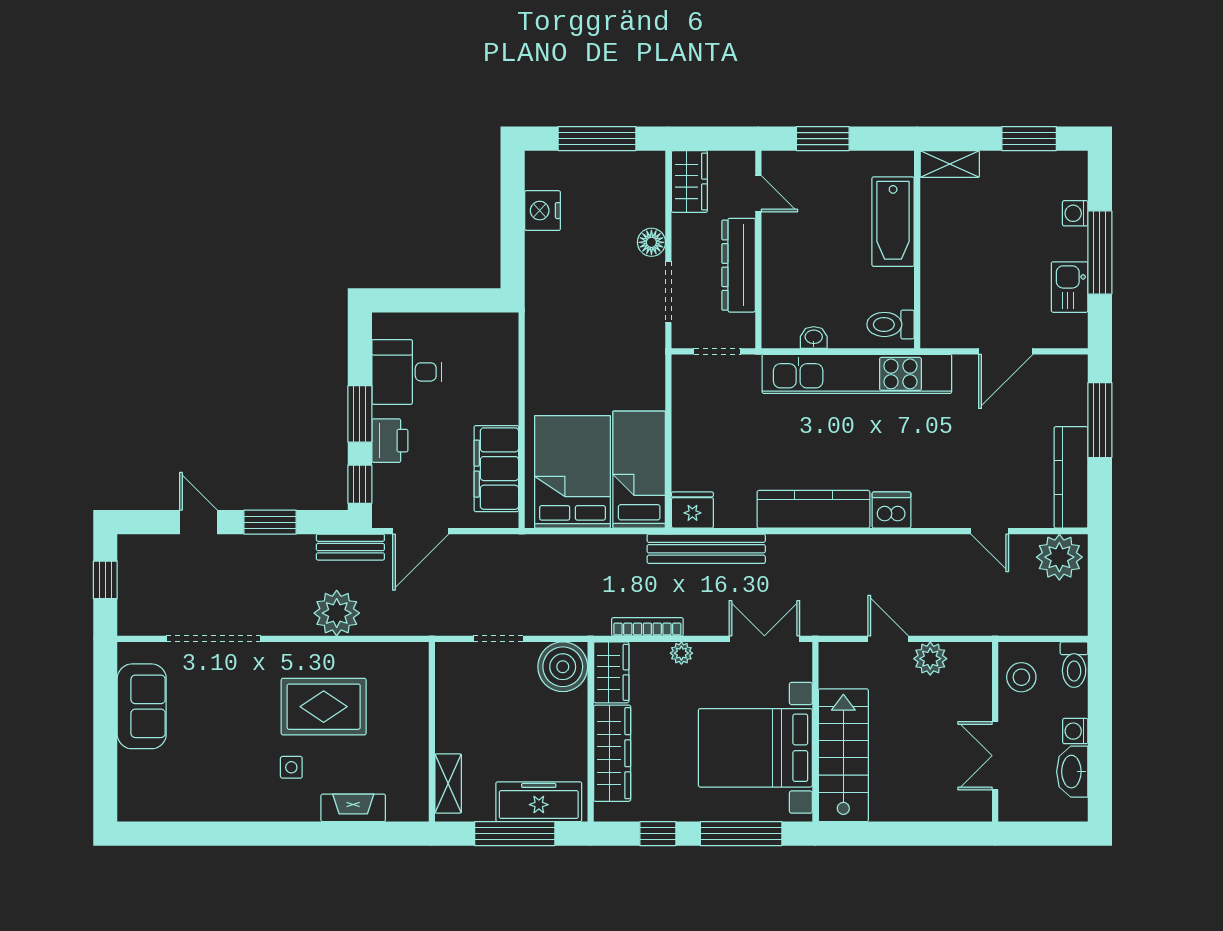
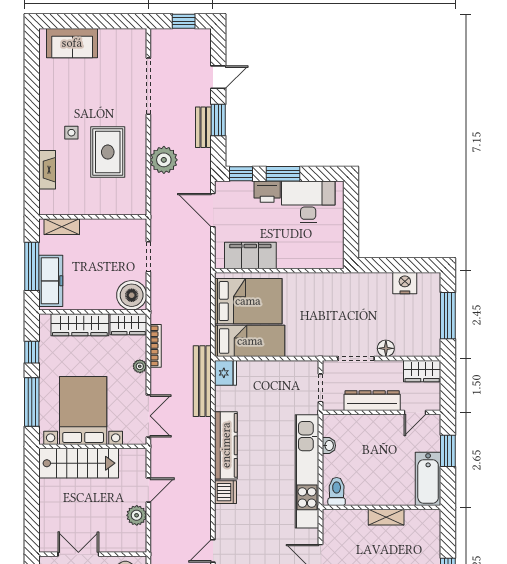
shelving: (950, 164) -> (386, 517), moved, turned 90
bathtub: (893, 222) -> (428, 479), moved, turned -90
desk: (407, 372) -> (308, 202), width x1.37
bench: (350, 547) -> (203, 127), moved
sofa: (142, 706) -> (72, 43), moved

